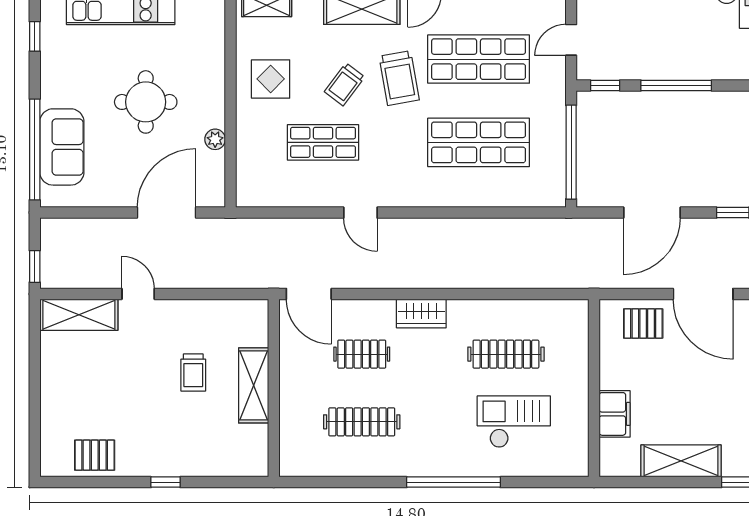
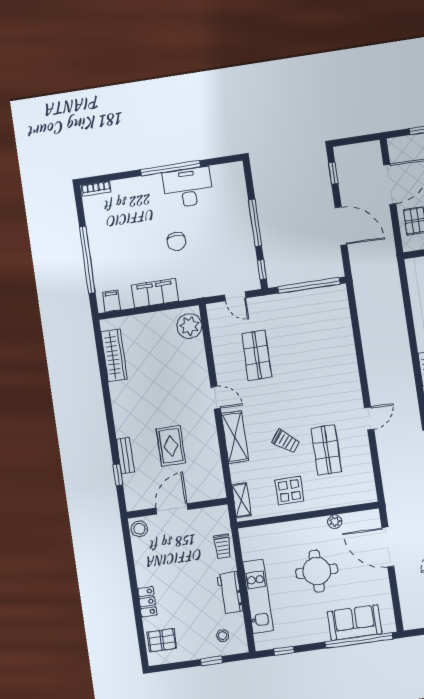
shop shelf: (479, 59) -> (257, 355), width x0.70, depth x0.74
trolley: (399, 78) -> (277, 406), removed
shop shelf: (479, 142) -> (311, 347), removed

